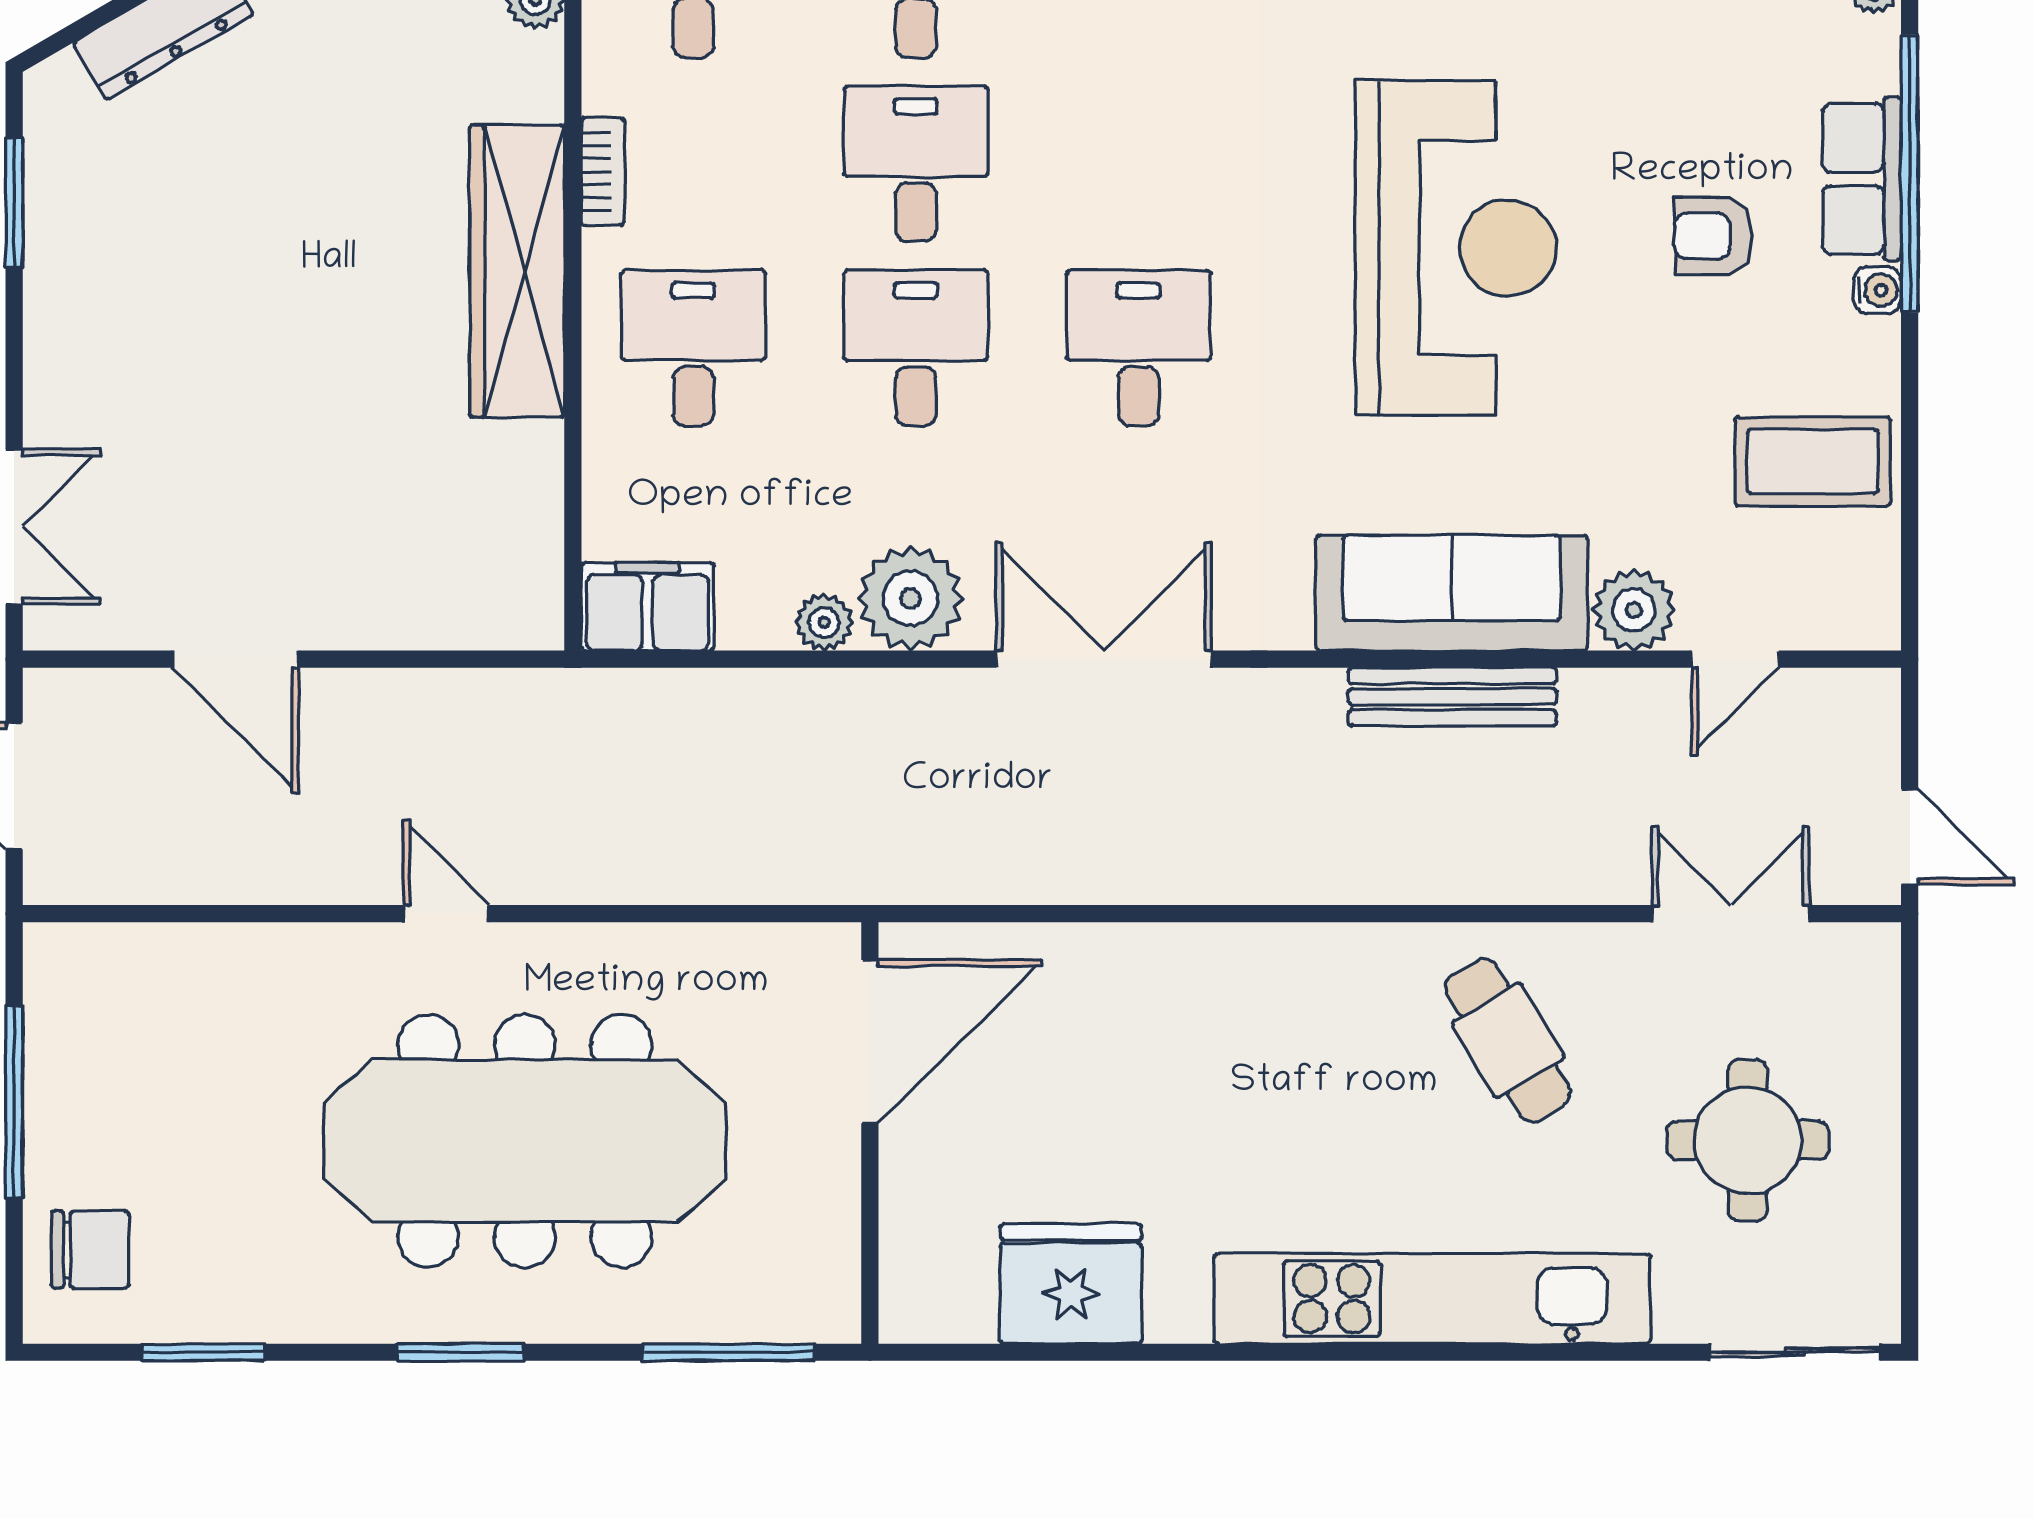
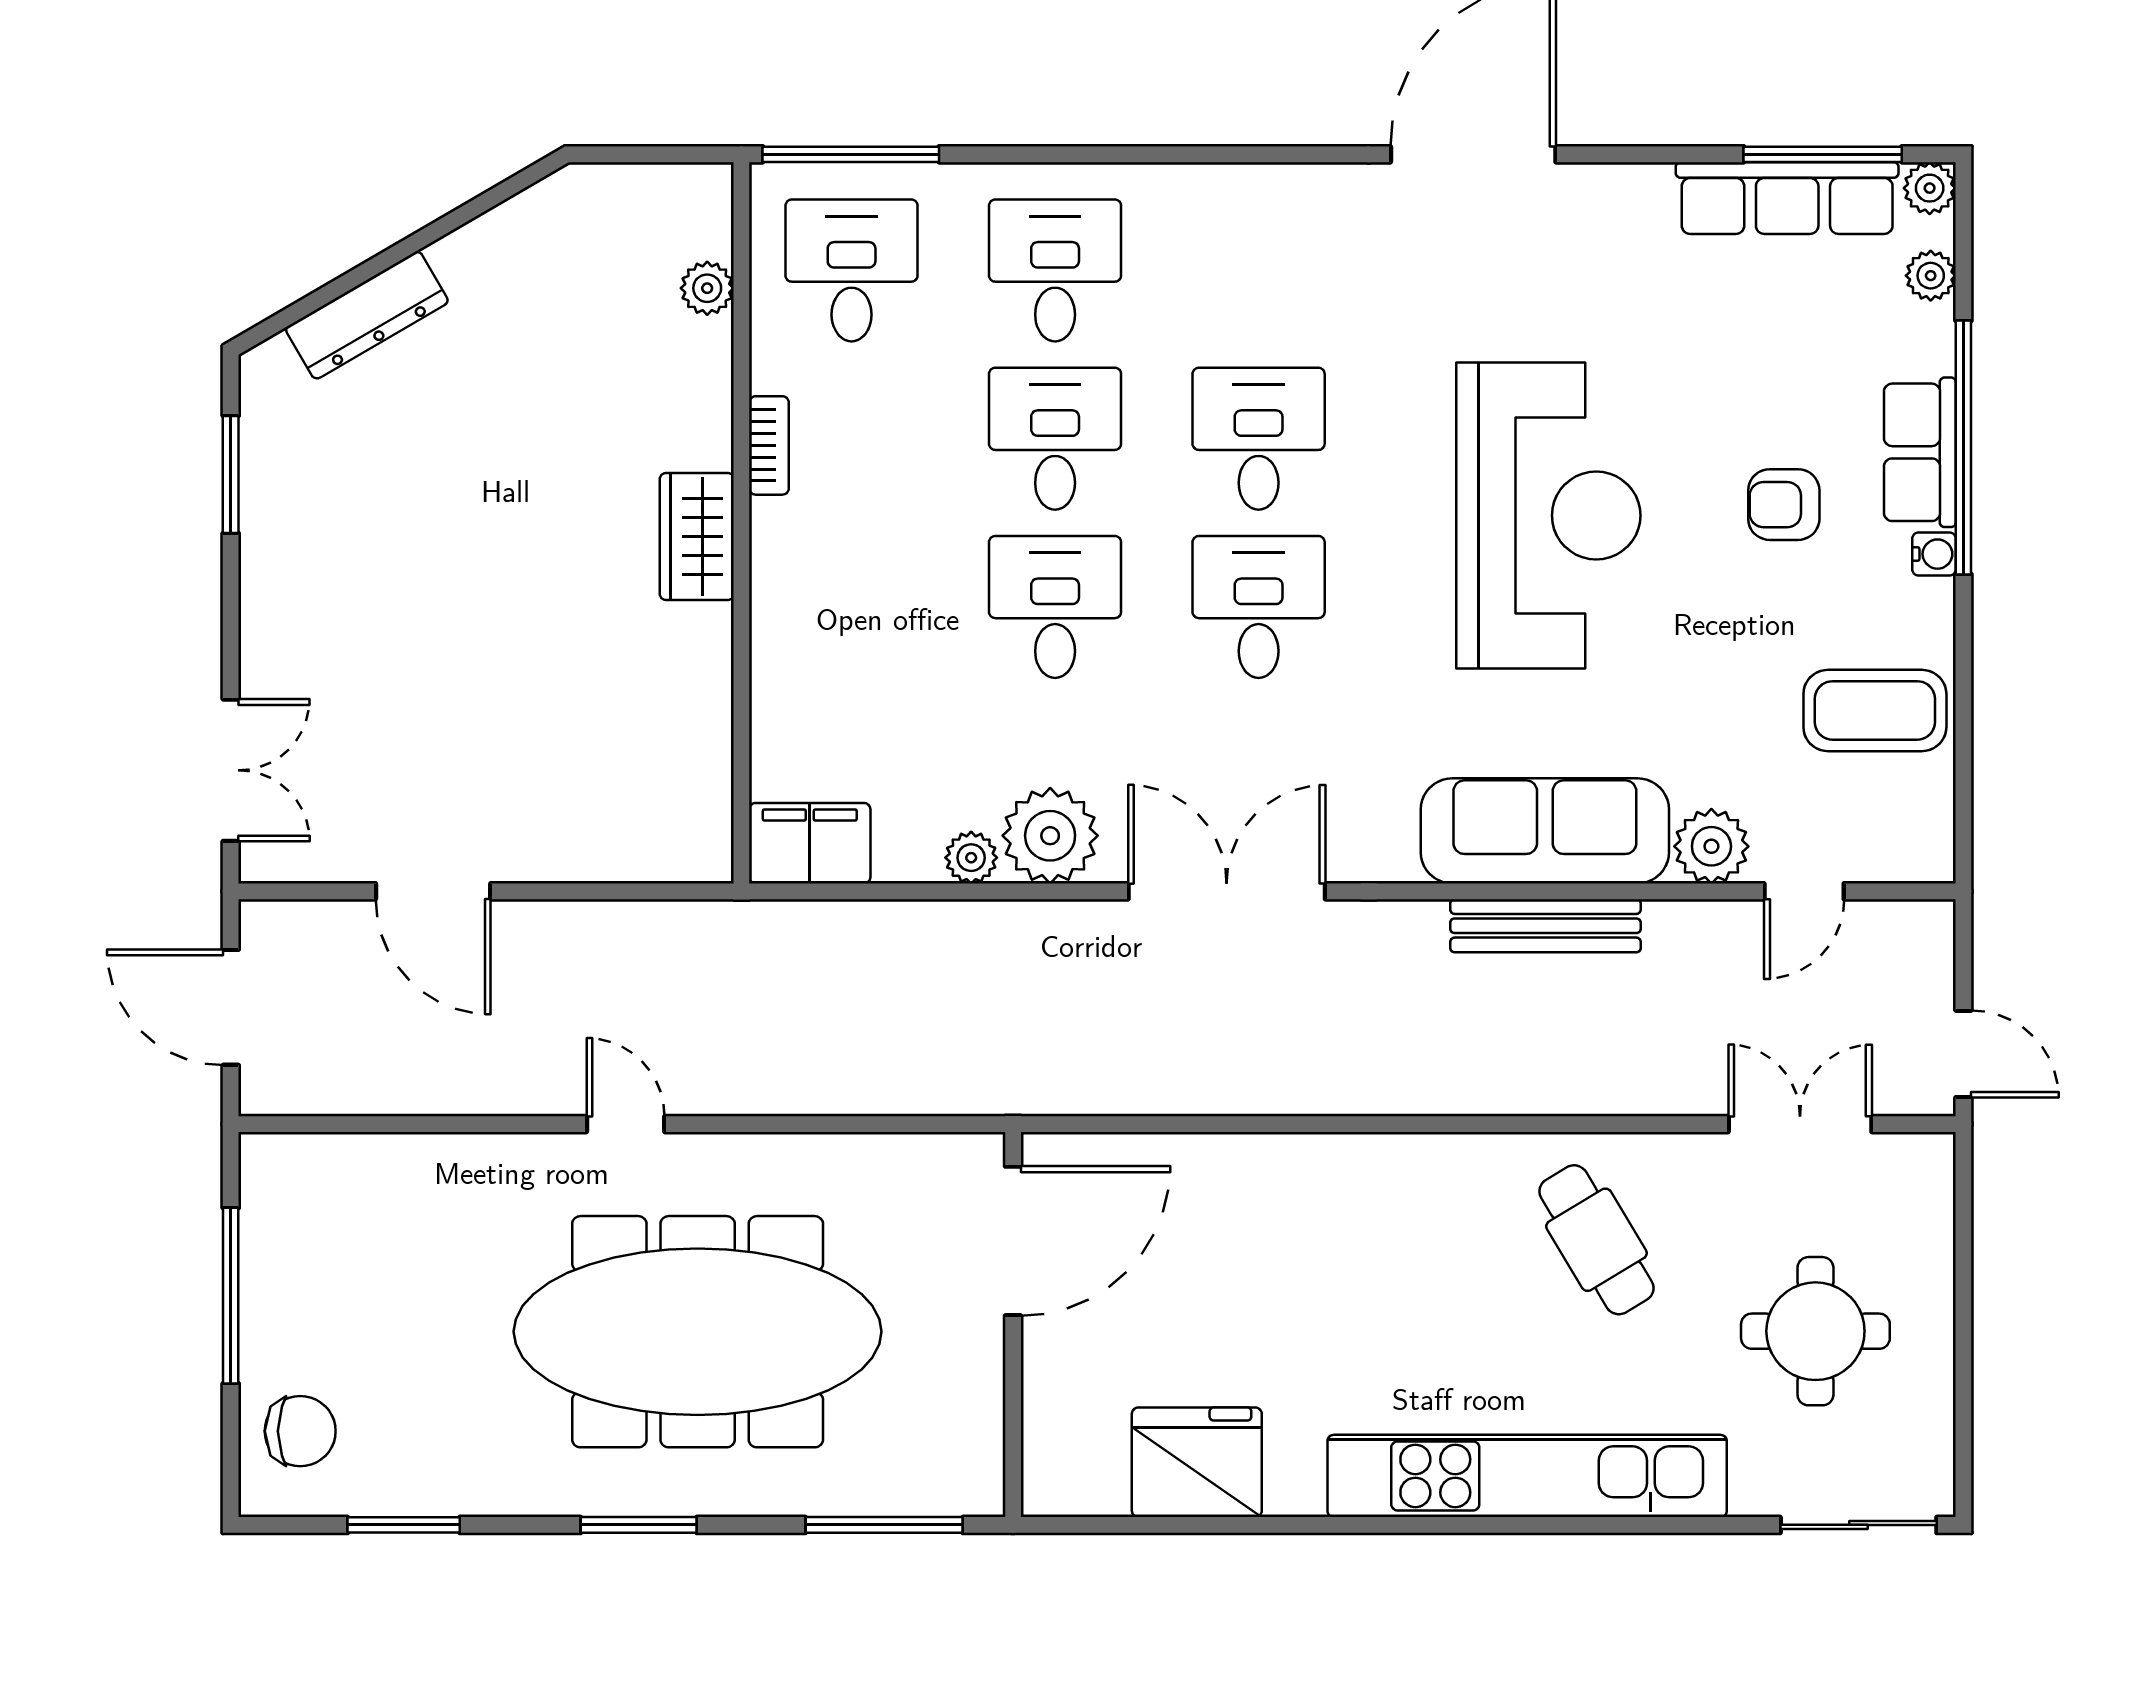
wardrobe: (517, 271) -> (697, 536), width x0.48, depth x0.85
desk: (693, 348) -> (1259, 439), moved

